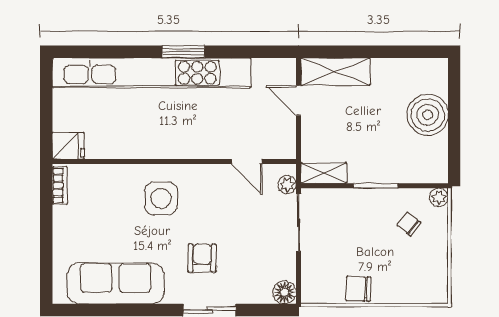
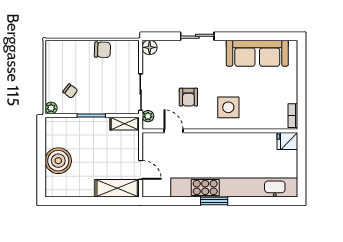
armchair: (202, 258) -> (188, 97), moved

